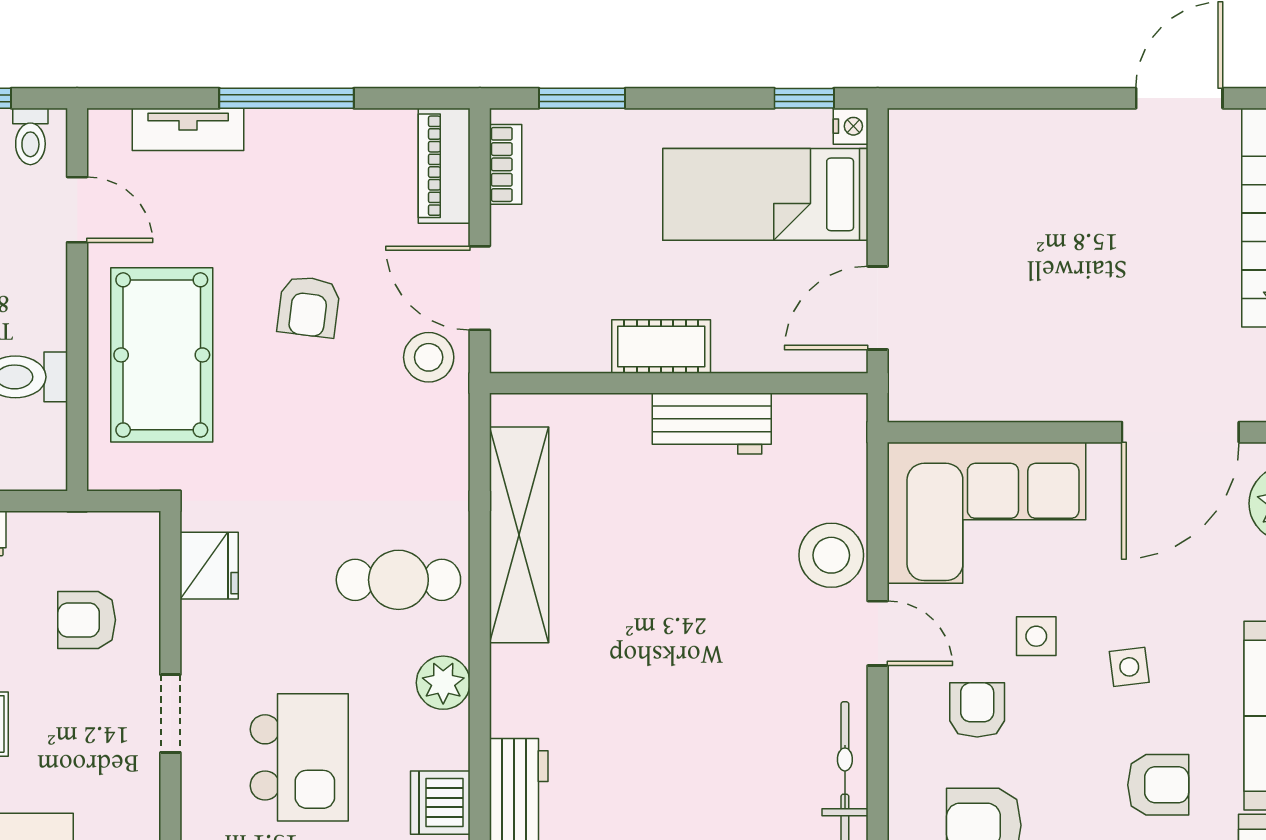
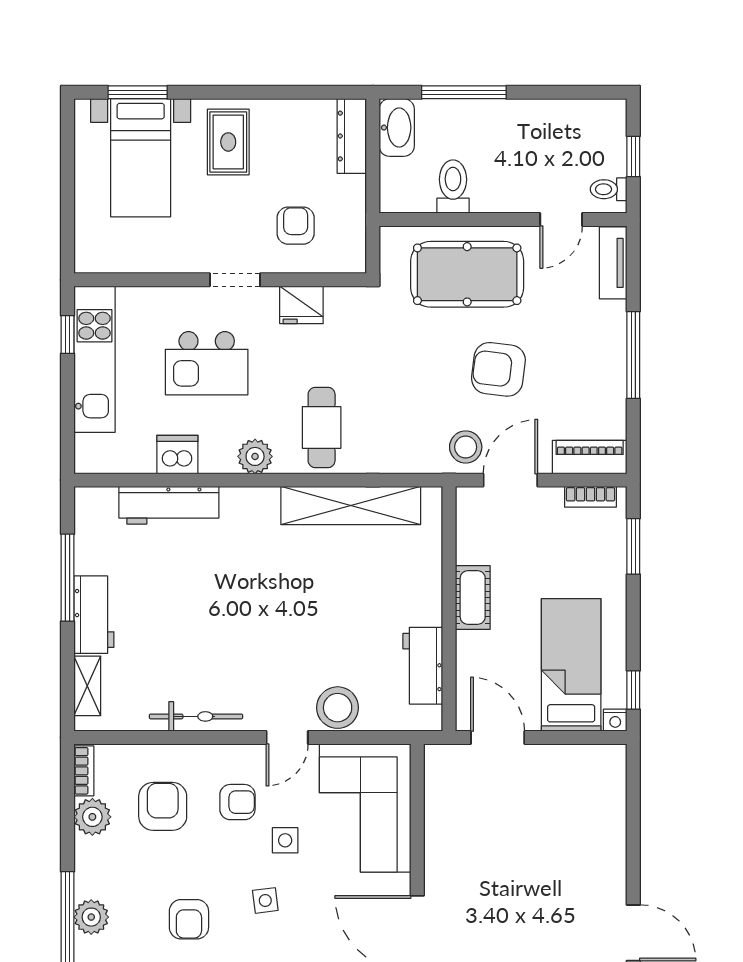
tv unit: (188, 129) -> (613, 263), moved
armchair: (309, 307) -> (498, 369), width x1.38, depth x1.38
workbench: (712, 424) -> (423, 666), moved
fridge: (209, 566) -> (301, 305), moved

